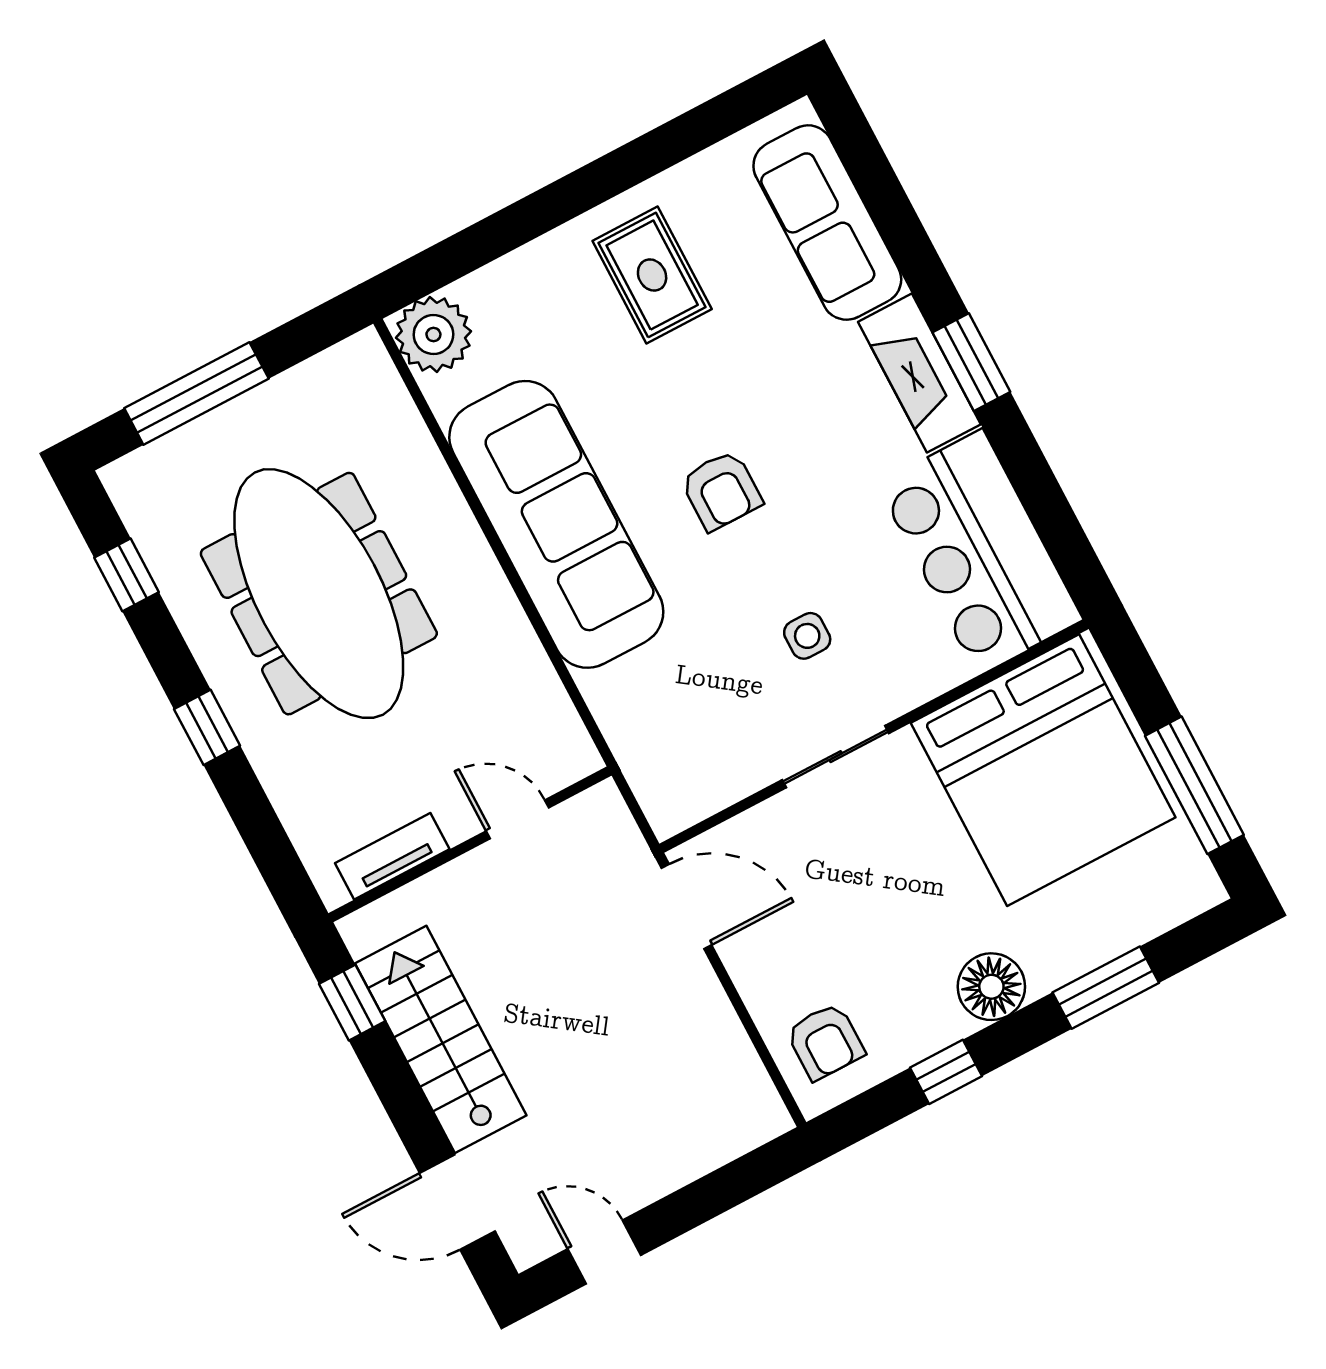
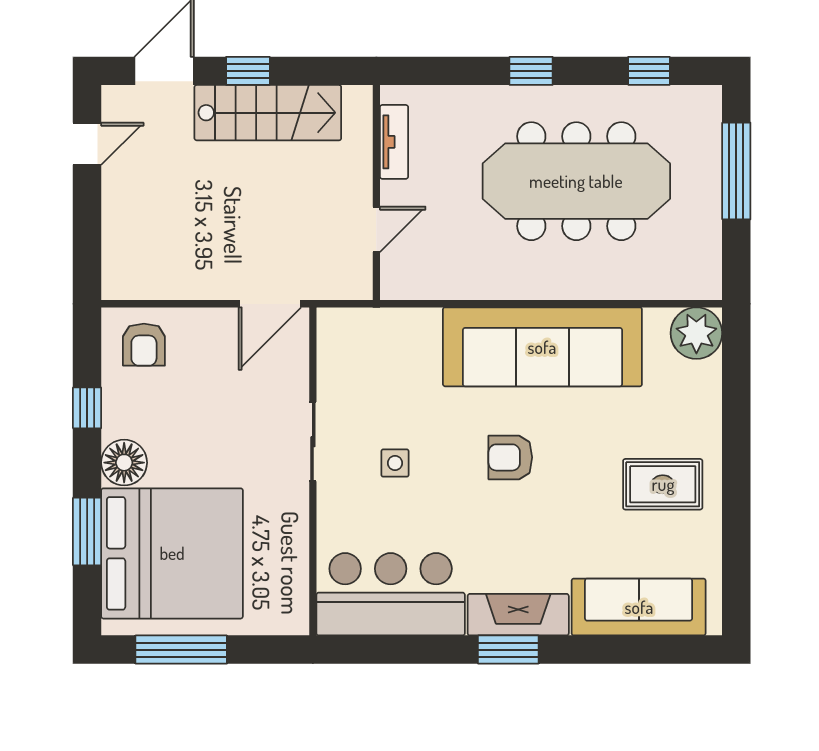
bed: (1043, 770) -> (172, 553), moved, turned 180
window: (352, 1003) -> (248, 71), moved
armchair: (825, 1041) -> (144, 345), turned -90

